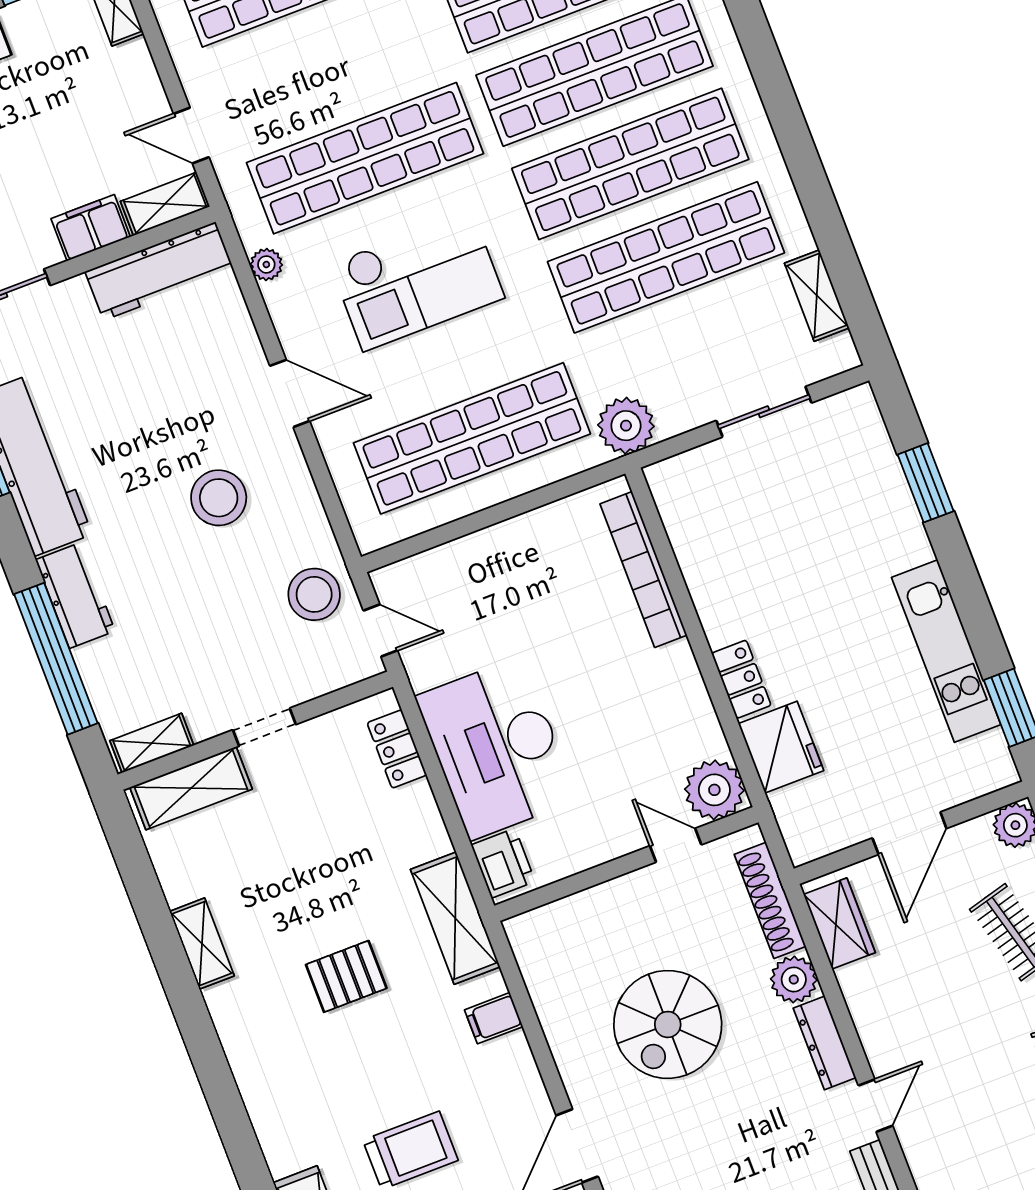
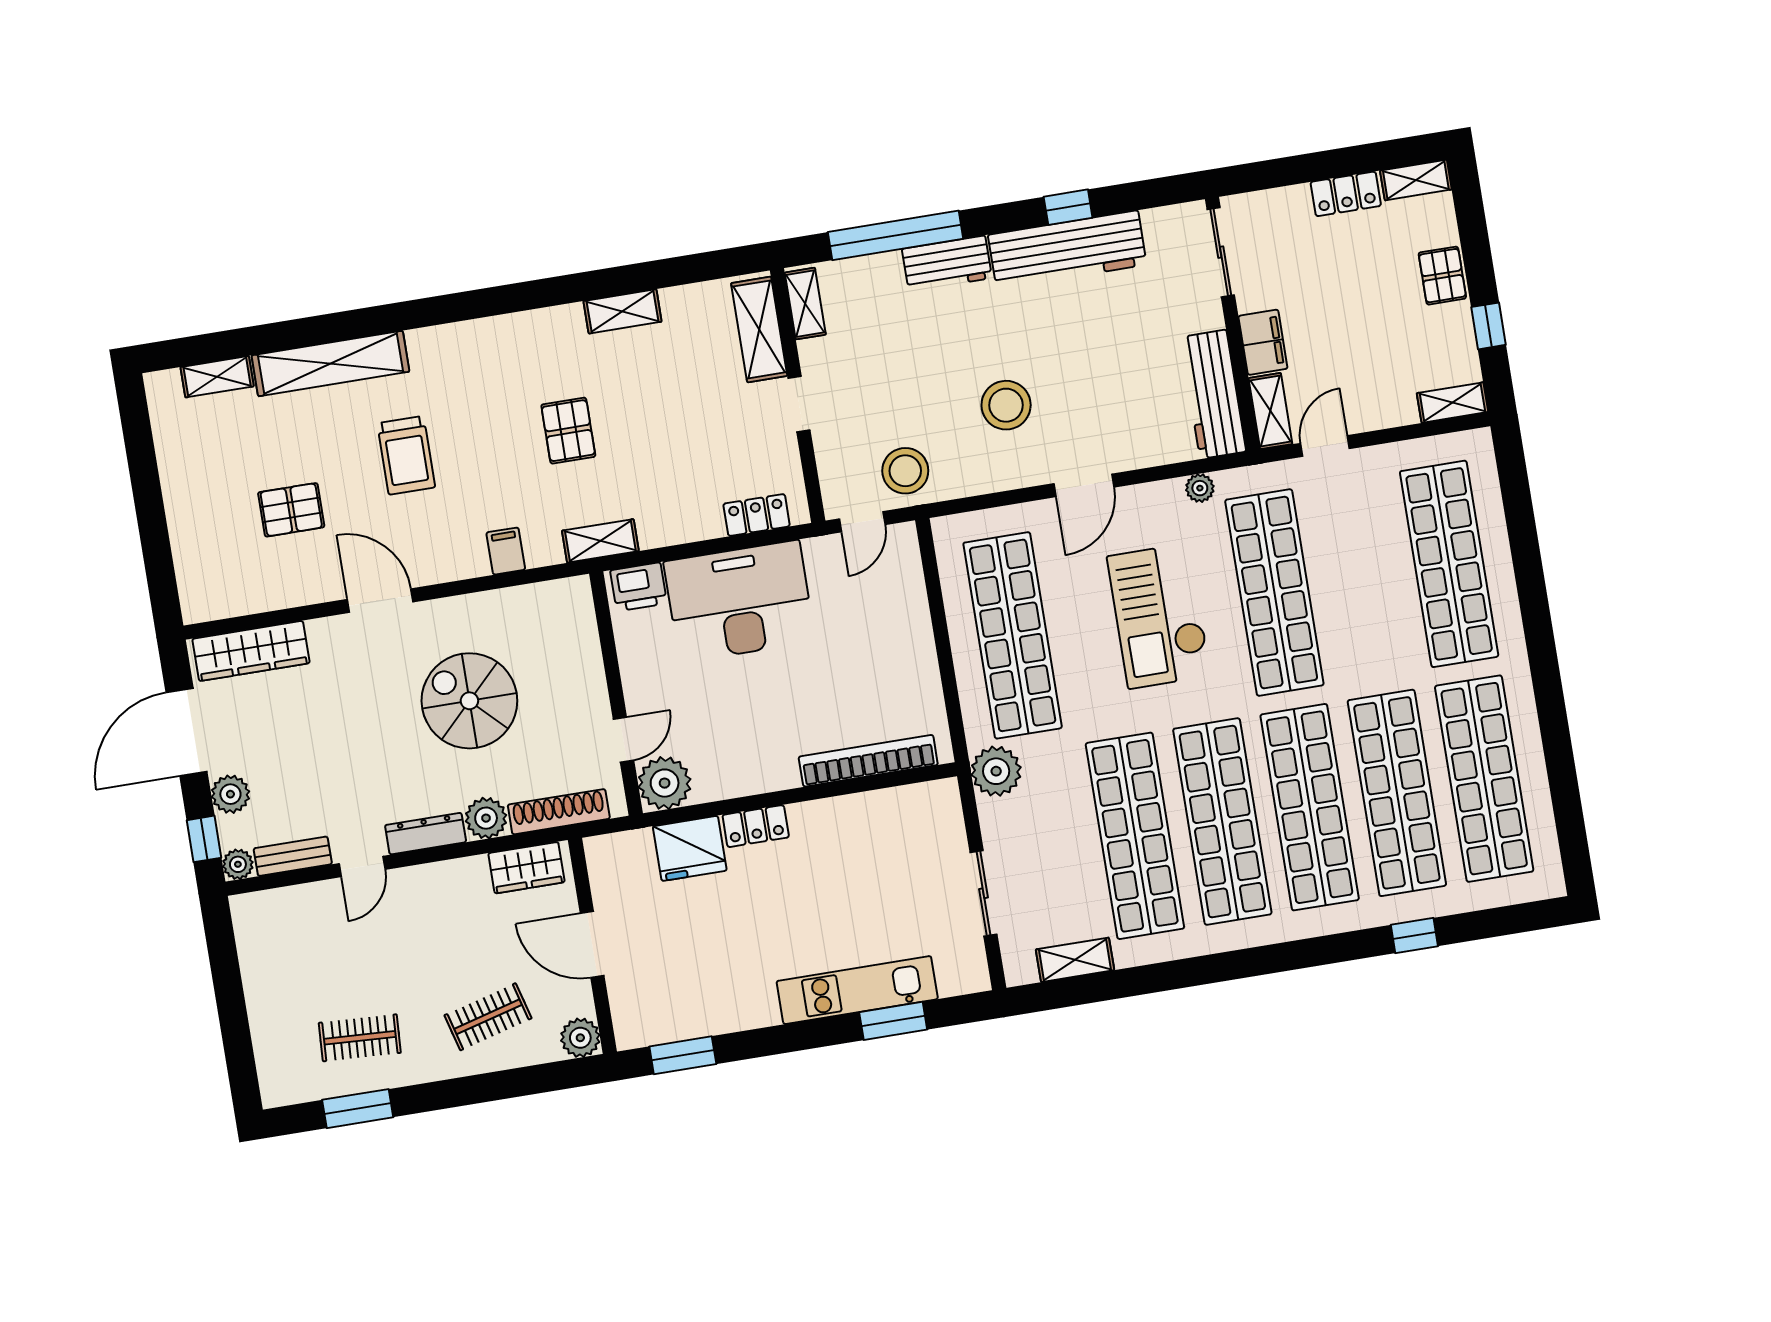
kitchen unit: (946, 651) -> (857, 990), moved
shelving: (455, 918) -> (600, 541), width x0.67, depth x0.75
door: (876, 1106) -> (362, 867), hinge flipped

